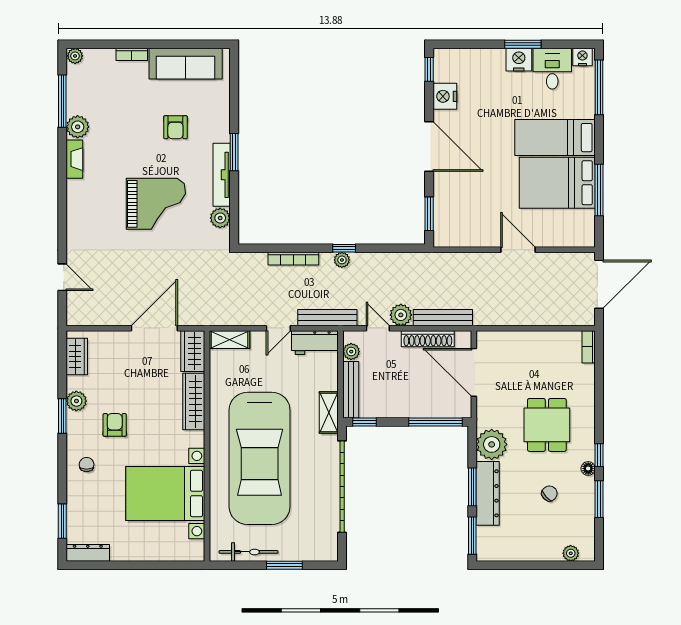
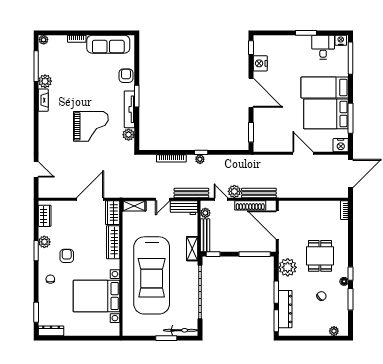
nightstand: (519, 60) -> (341, 145), moved, turned 180
armchair: (175, 127) -> (126, 76), moved, turned 180
dresser: (488, 493) -> (285, 309), moved
bicycle: (249, 552) -> (180, 330), moved

